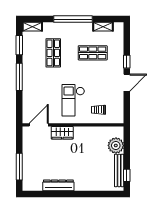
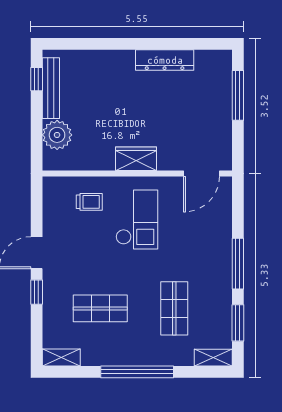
shelving: (103, 27) -> (61, 358), moved
wardrobe: (62, 133) -> (136, 159), moved

